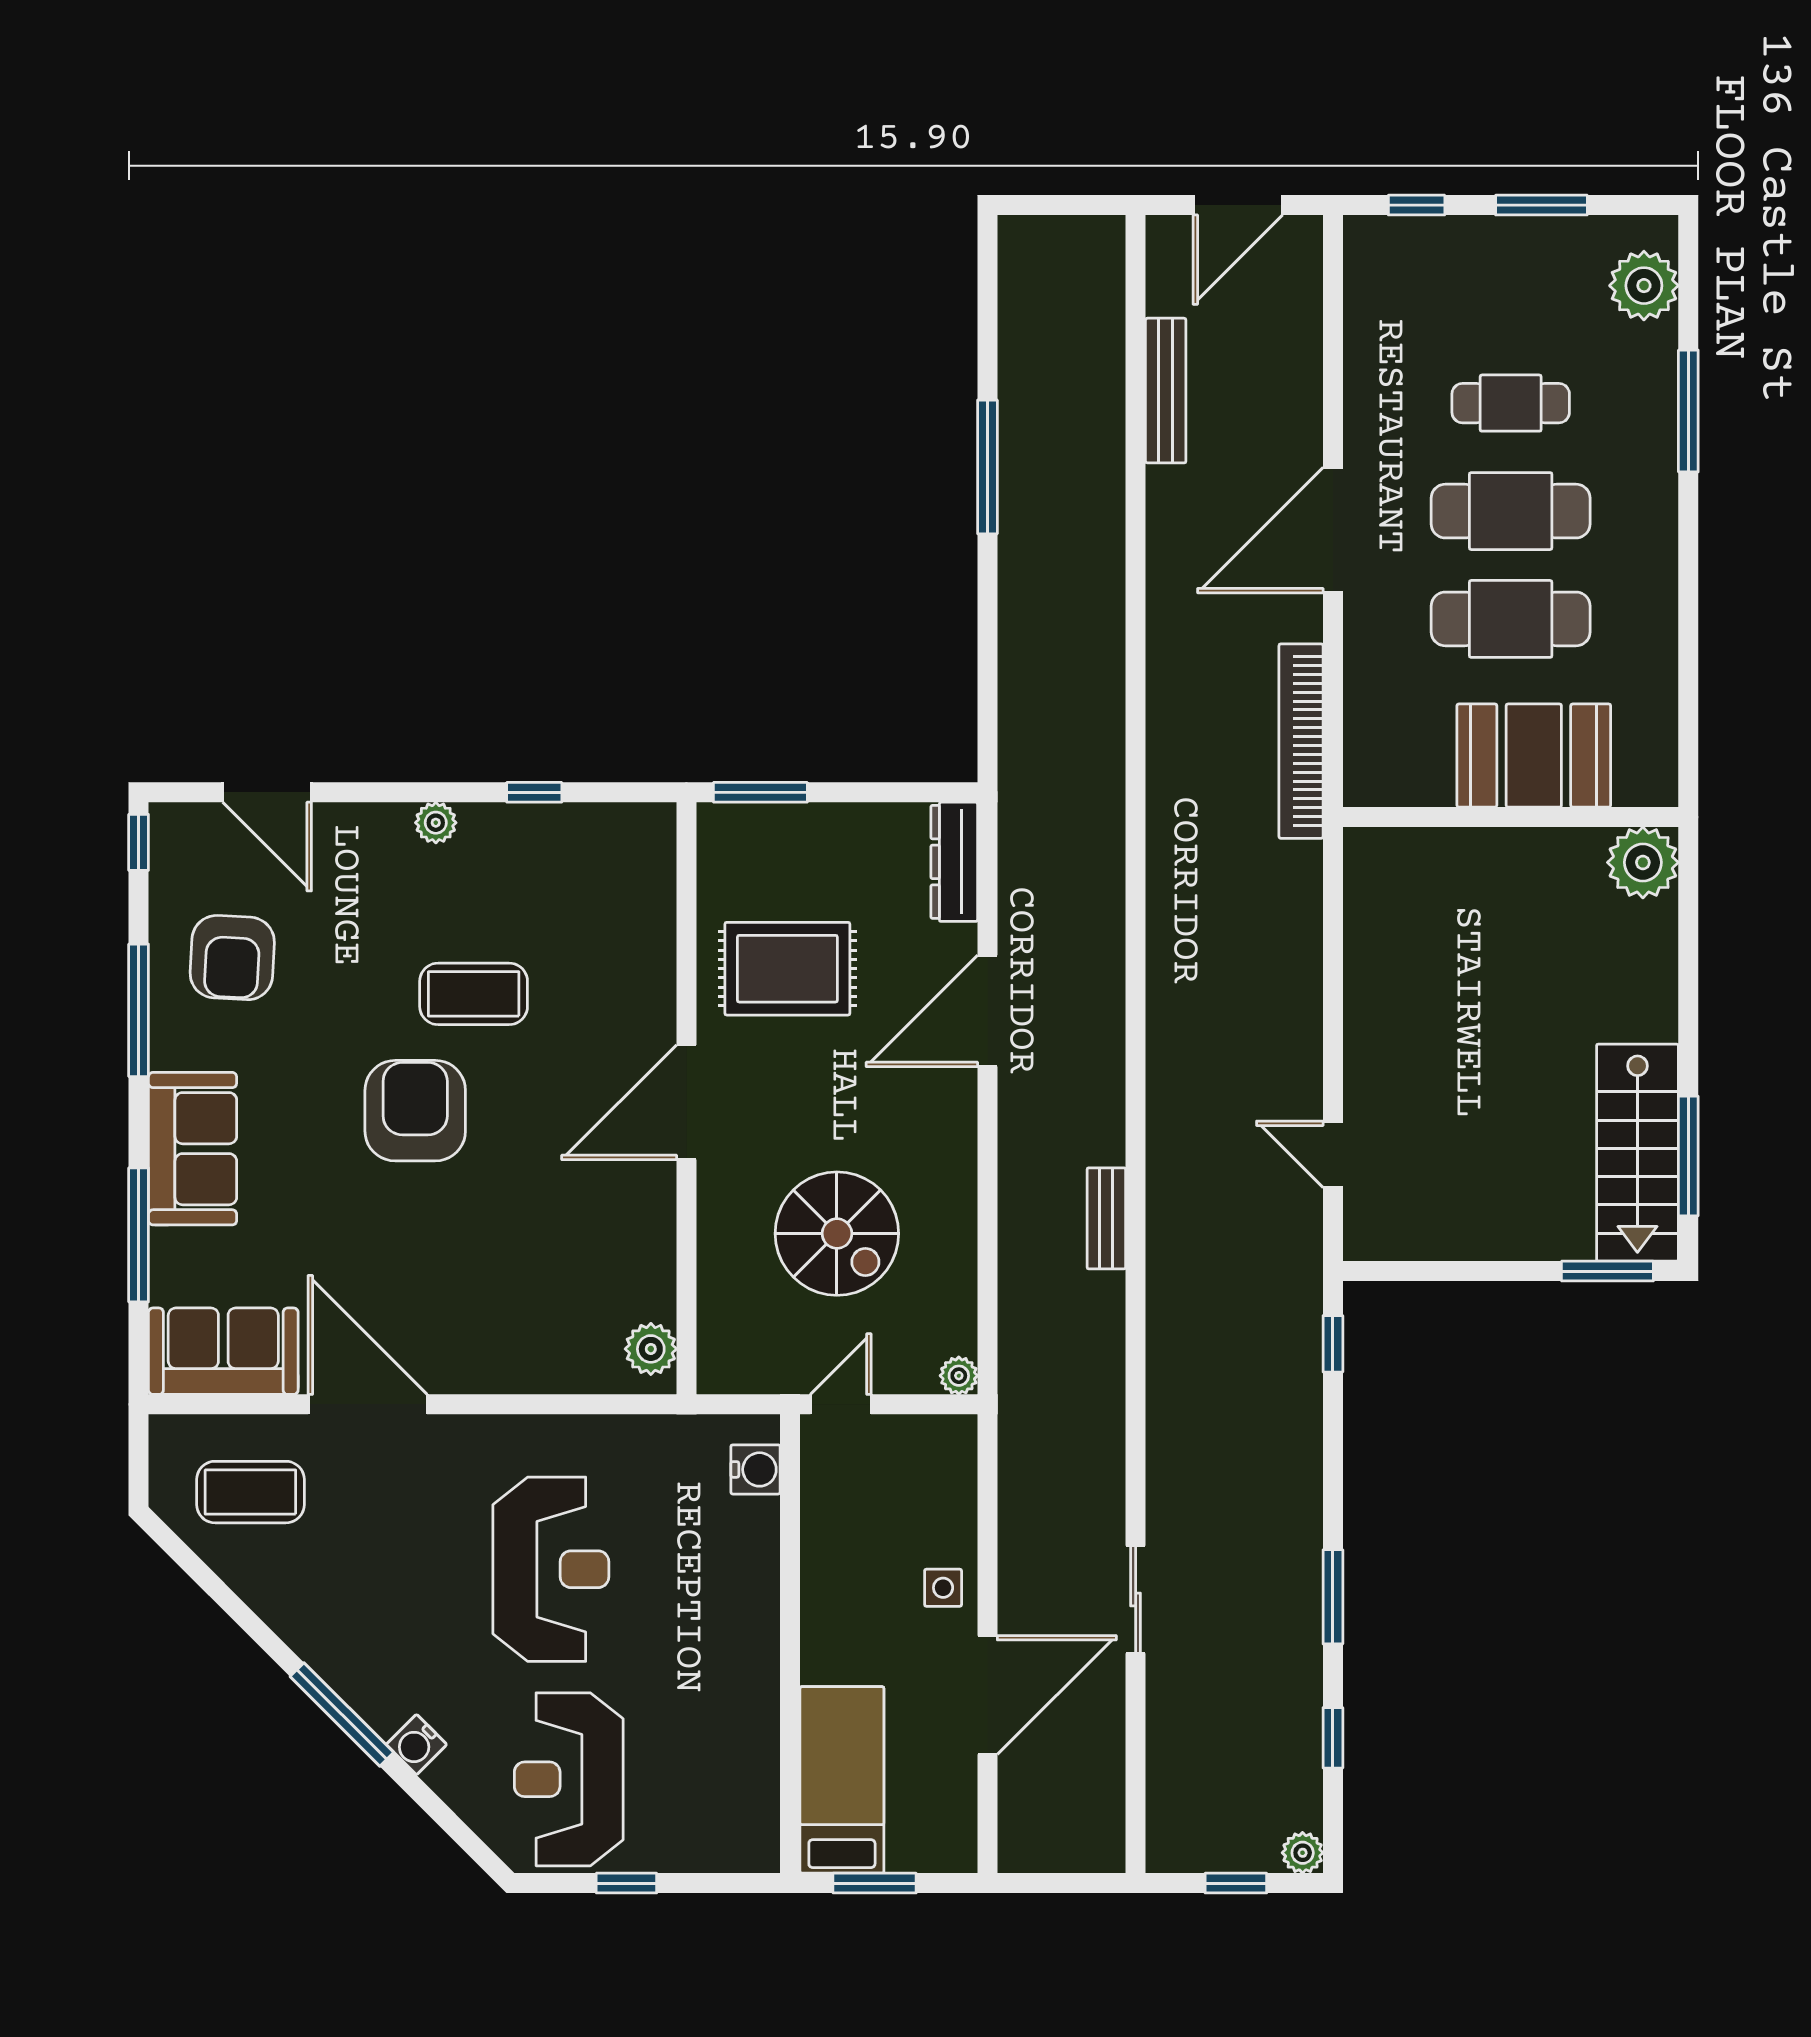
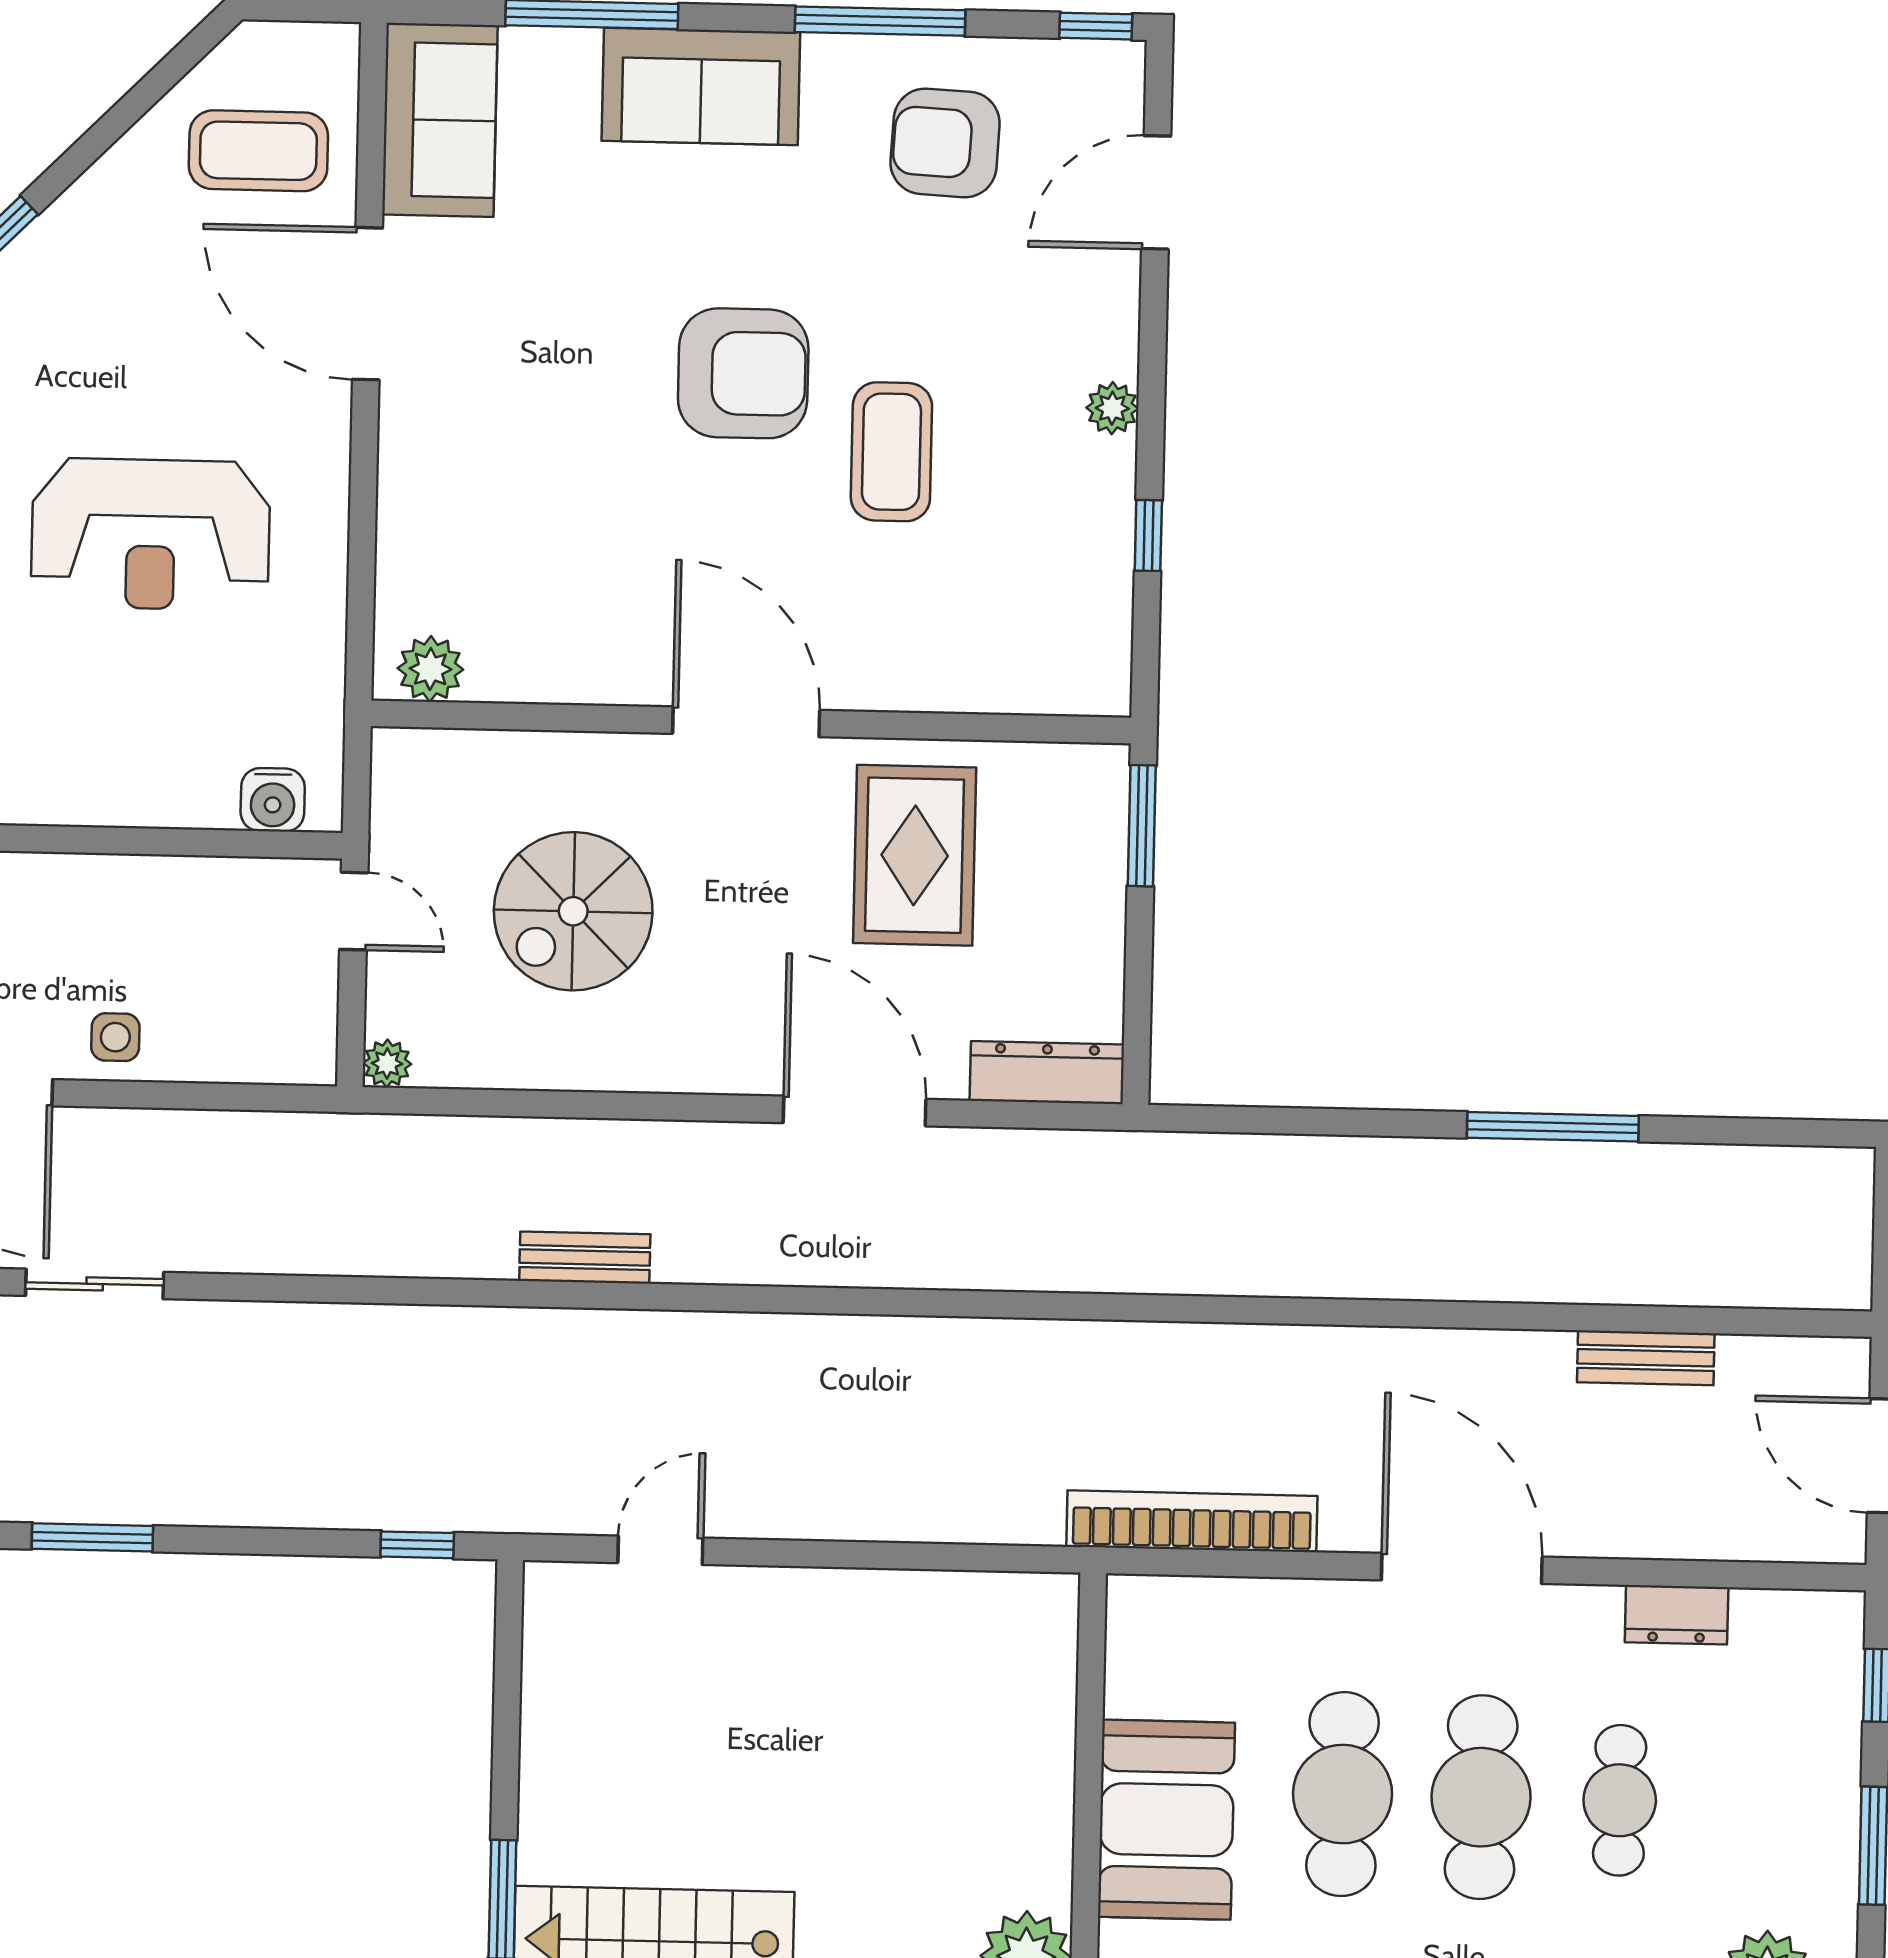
dresser: (1365, 362) -> (1677, 1615), added
bench: (1166, 391) -> (1646, 1358), width x0.73
door: (368, 1404) -> (368, 304), swing flipped
coffee table: (250, 1492) -> (258, 151), turned 90

